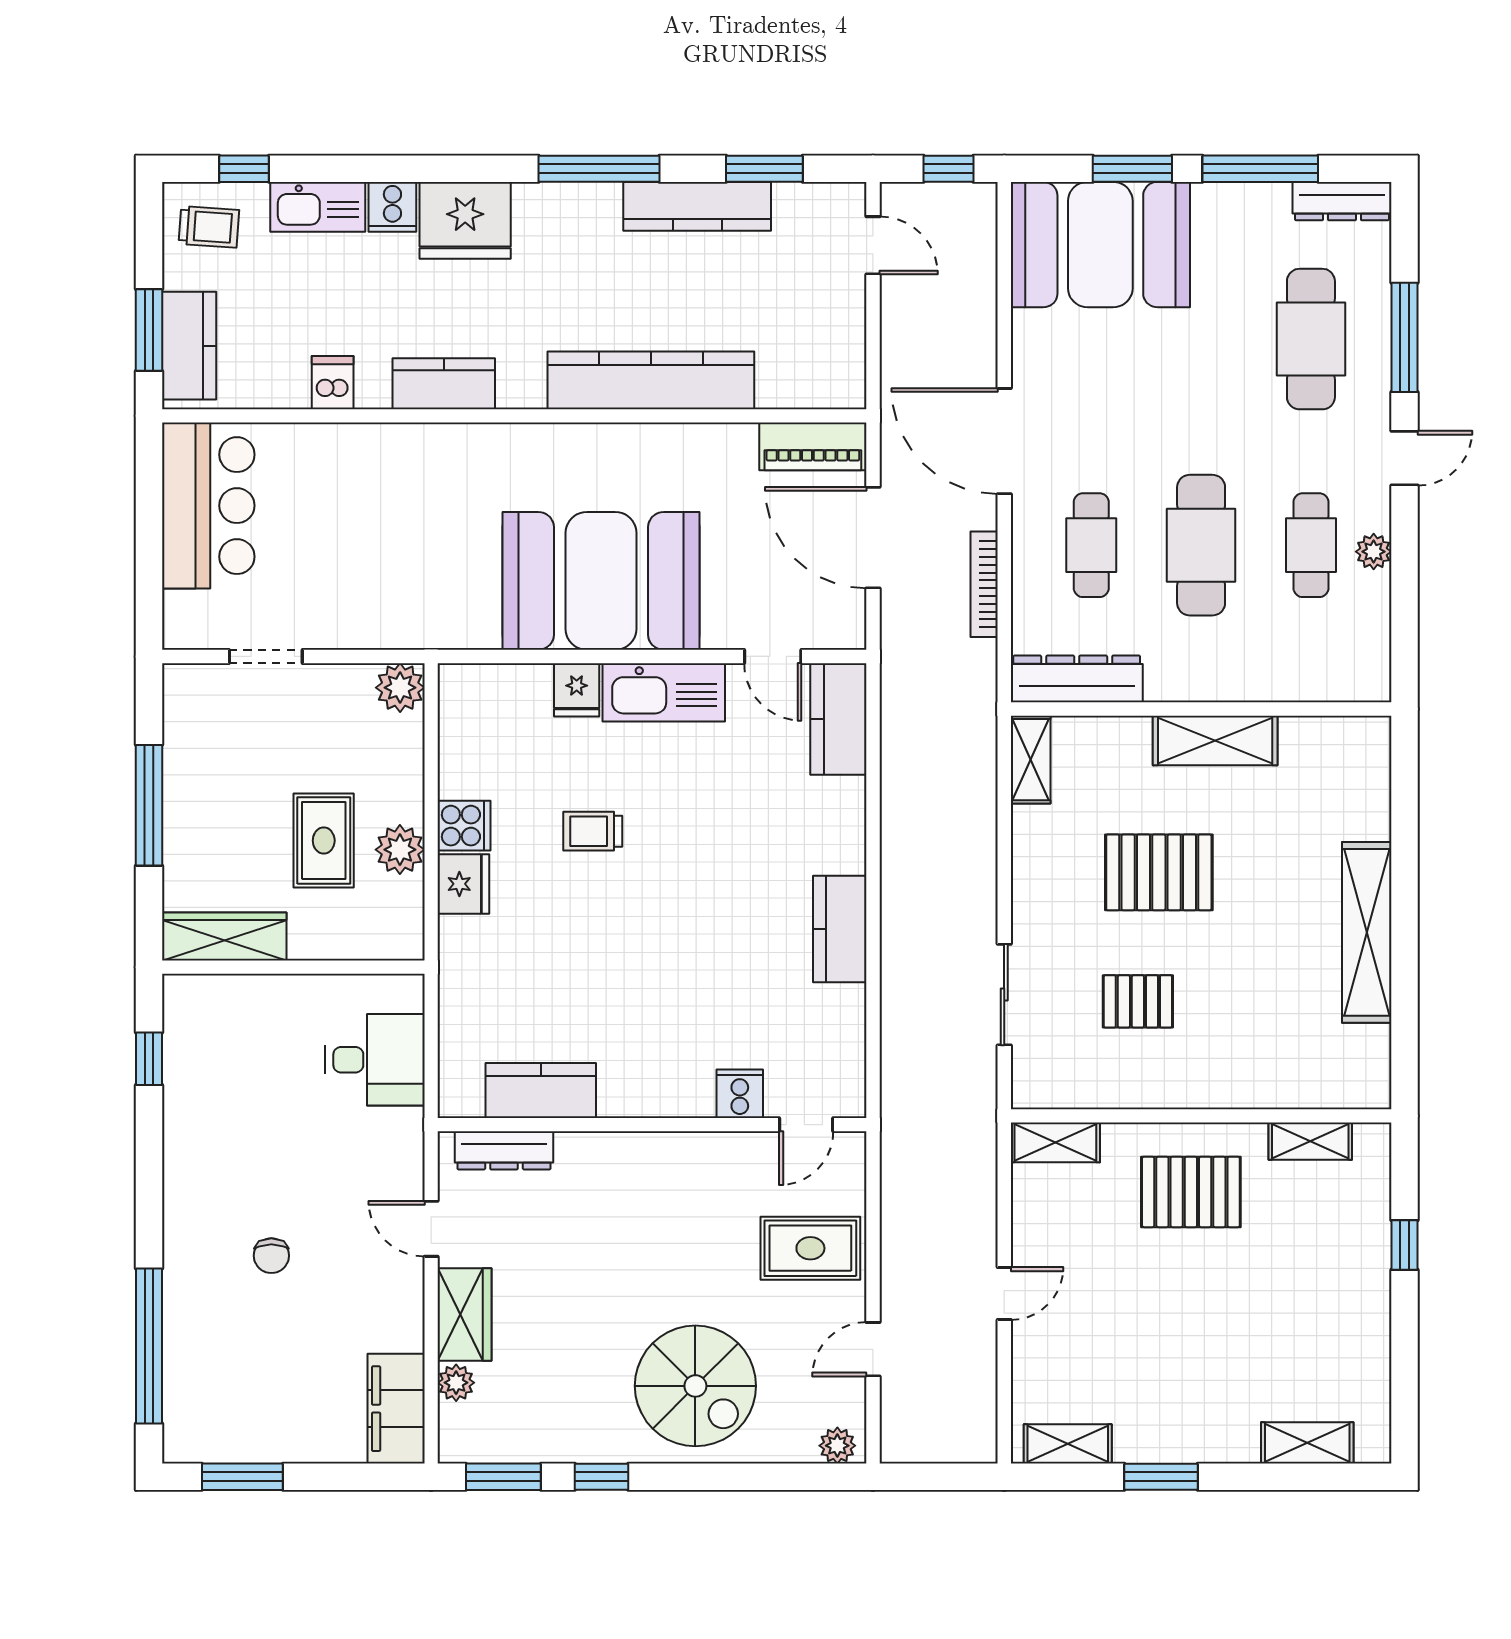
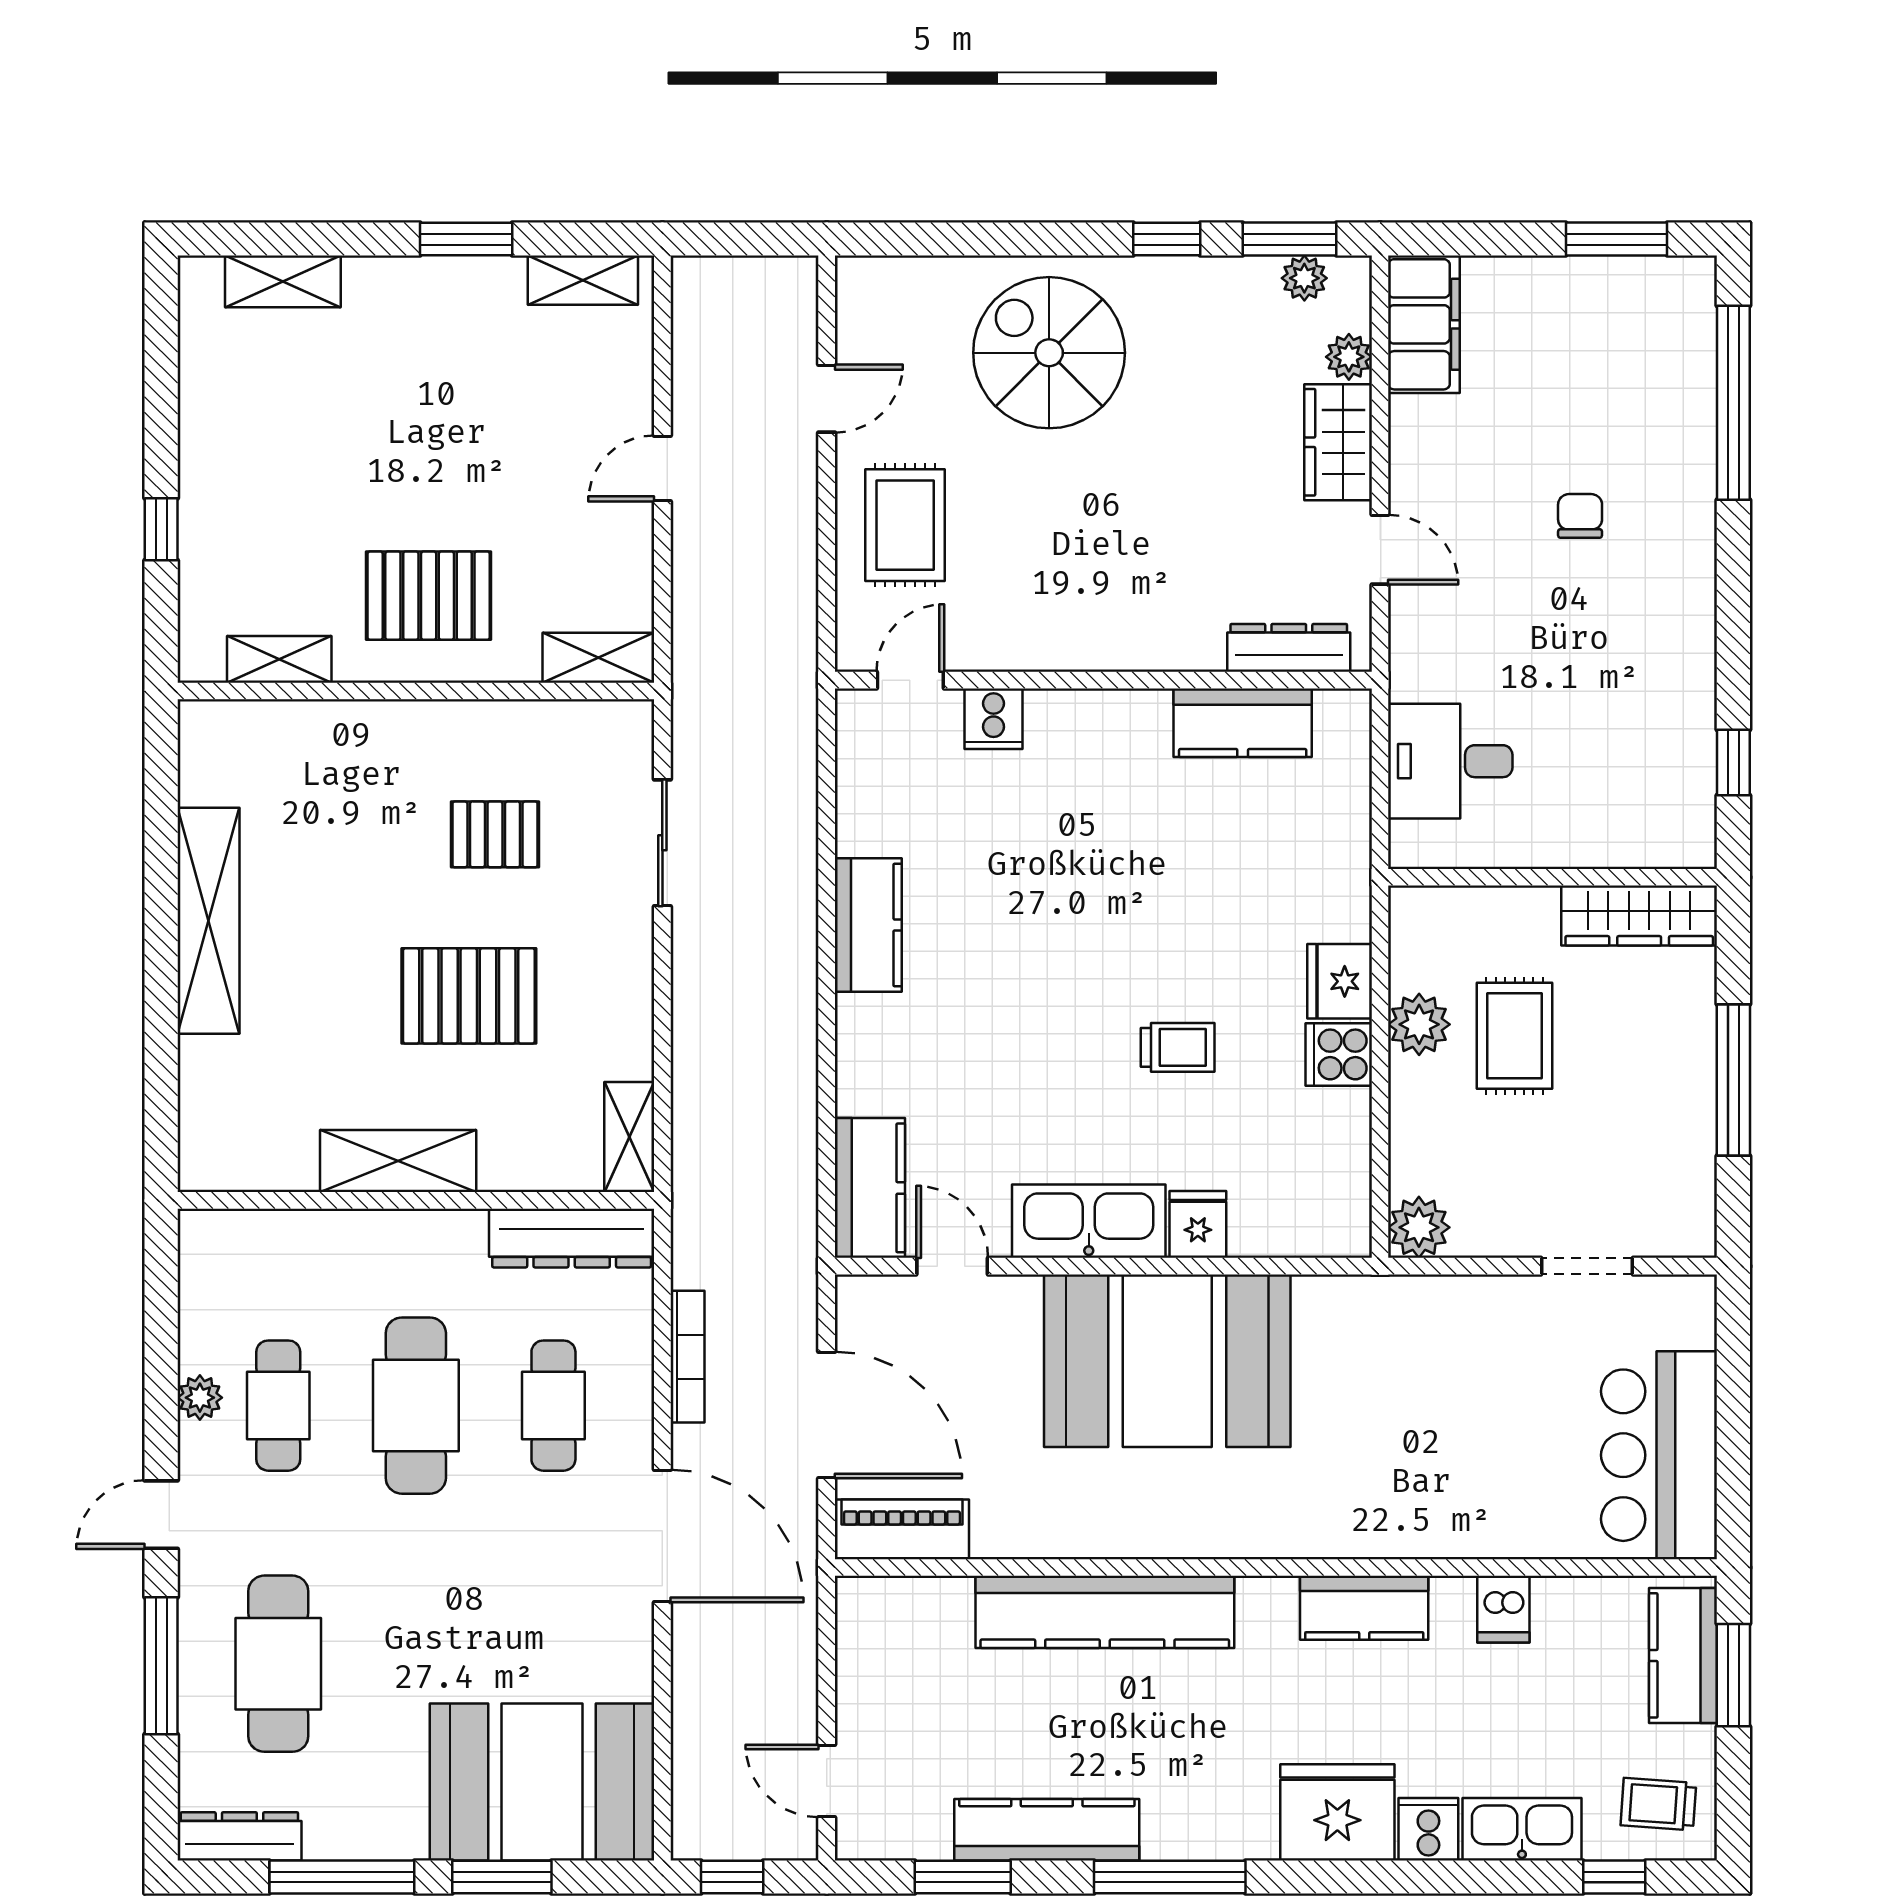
rug: (810, 1248) -> (905, 525), turned 90
plant: (837, 1446) -> (1304, 278), moved

